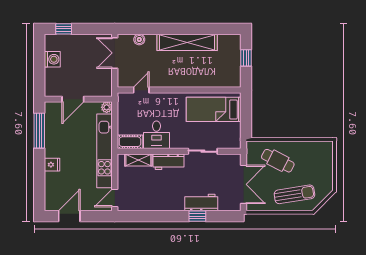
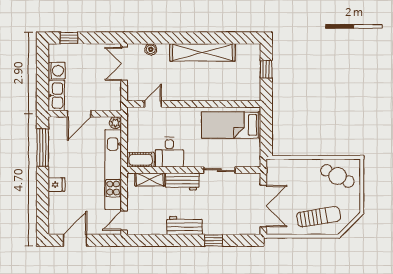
kitchen sink: (52, 82) -> (56, 96), added
cafe table: (278, 161) -> (338, 176), moved
workbench: (201, 203) -> (184, 226), moved

